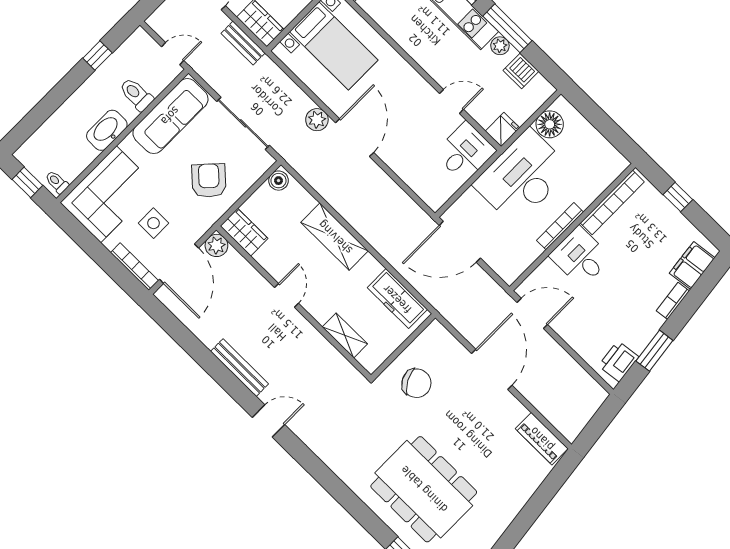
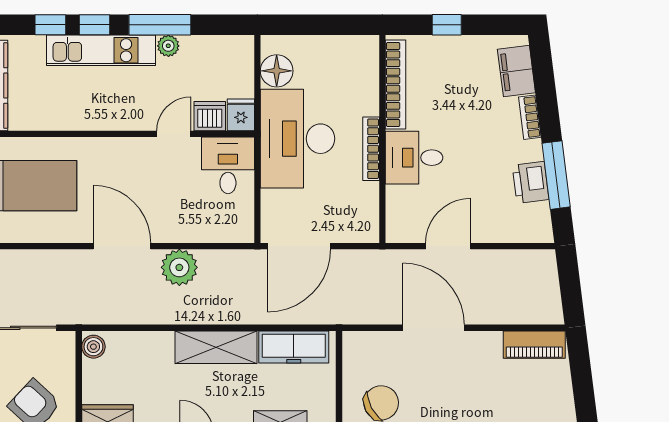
dishwasher: (521, 71) -> (210, 116), moved, turned 180
plant: (317, 120) -> (179, 267), moved, width x1.36, depth x1.36
shelving: (335, 237) -> (216, 347), moved
door: (532, 313) -> (448, 246), moved
window: (654, 351) -> (556, 175), width x1.44
printer: (619, 361) -> (531, 182), moved

